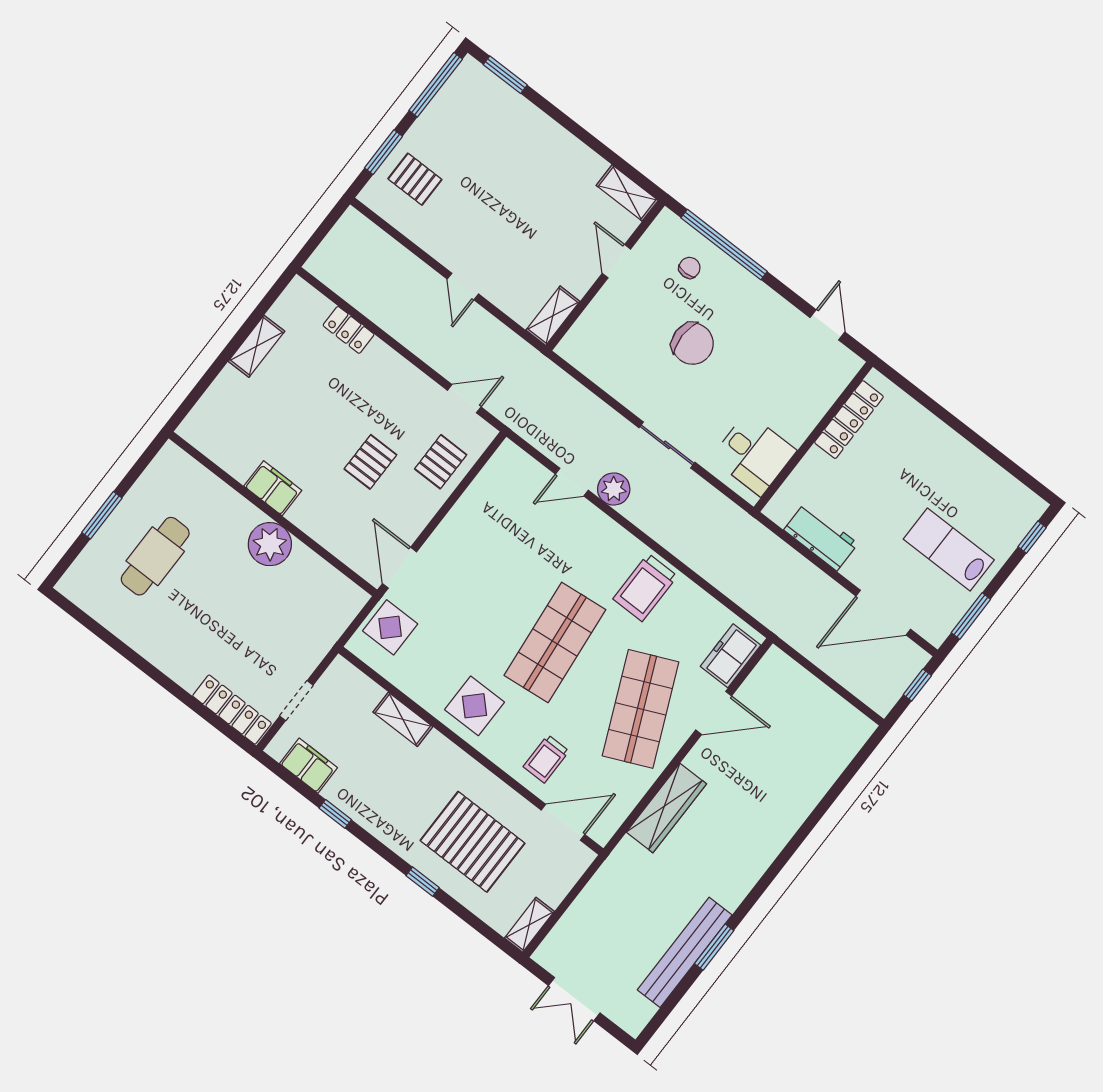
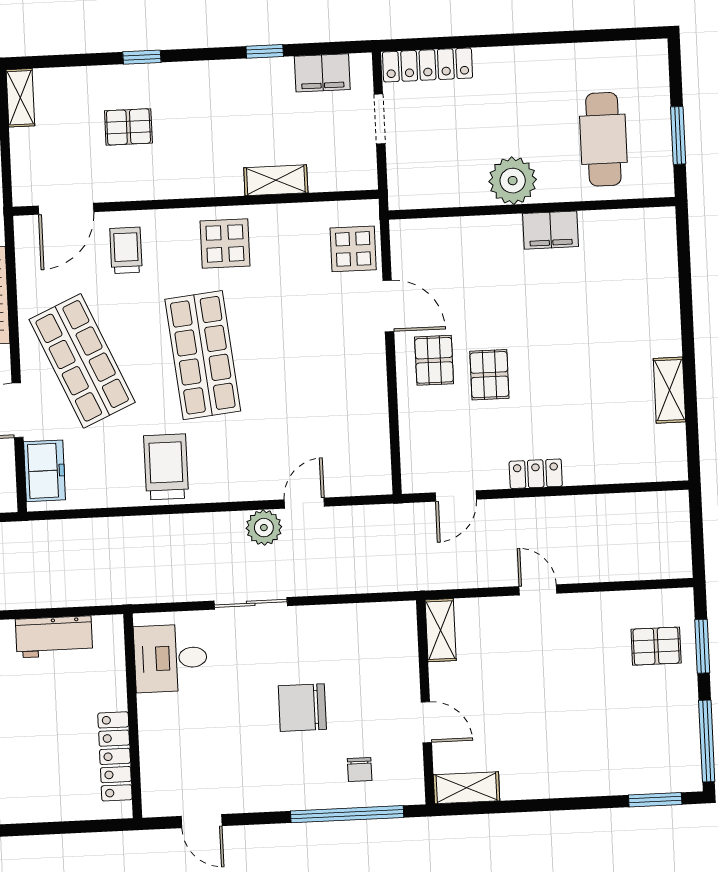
locker: (349, 330) -> (536, 474), moved
pallet: (441, 462) -> (434, 360), moved
filing cabinet: (273, 488) -> (551, 230), moved
wall: (273, 514) -> (532, 208), moved
plant: (270, 544) -> (513, 181), moved
pallet: (472, 842) -> (128, 127), width x0.49, depth x0.50

